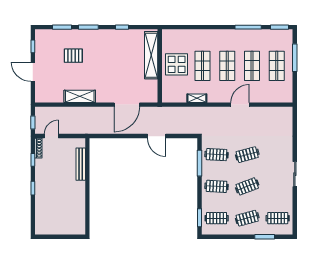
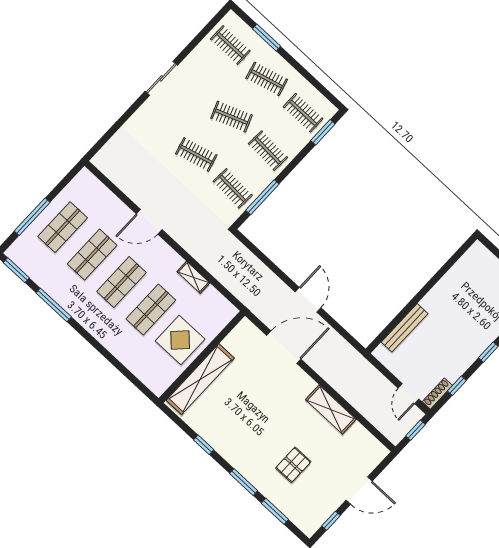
pallet: (73, 56) -> (293, 465), turned 90
door: (33, 72) -> (359, 491), hinge flipped
door: (51, 136) -> (408, 394), hinge flipped
door: (157, 136) -> (308, 300), moved

